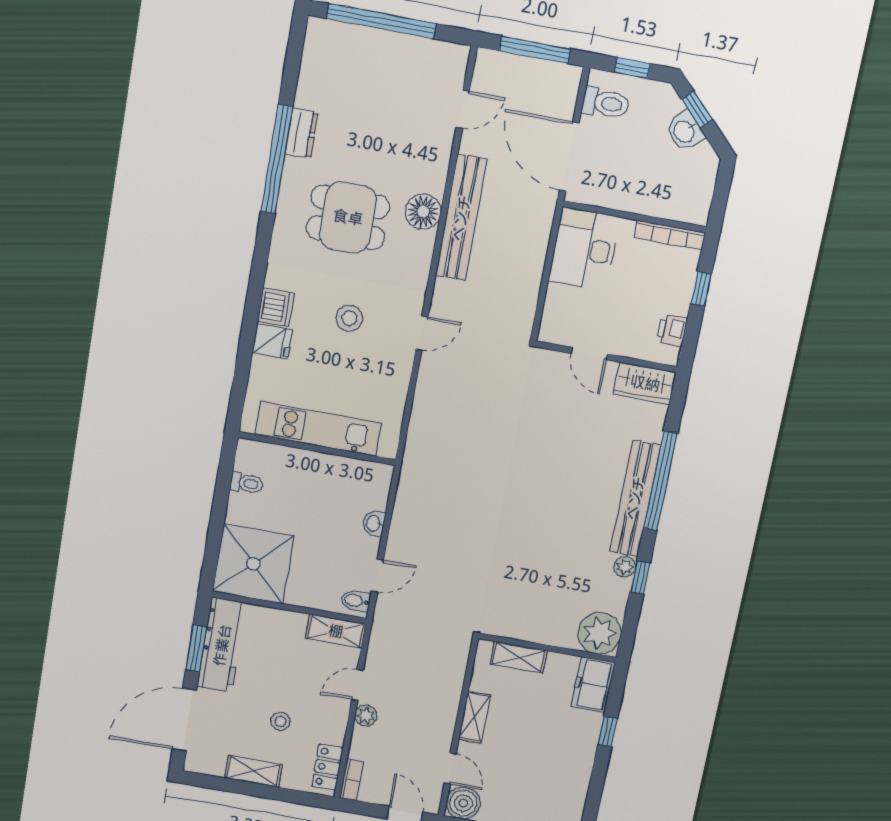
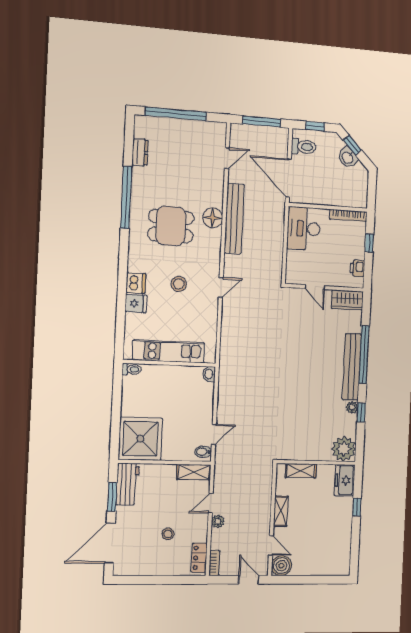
dresser: (301, 133) -> (140, 152), moved
toilet: (247, 483) -> (132, 369), moved
washbasin: (374, 523) -> (209, 374), moved
workbench: (222, 645) -> (128, 484), width x0.73
shelving: (254, 771) -> (156, 568), removed

